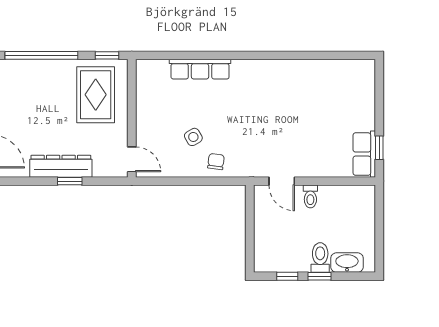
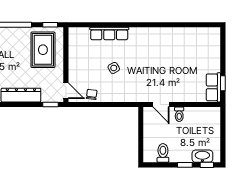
side table: (193, 137) -> (114, 68), moved
chair: (216, 162) -> (92, 94), moved
window: (70, 181) -> (50, 105), moved
toilet: (320, 258) -> (163, 153), moved
window: (287, 276) -> (207, 165), moved

